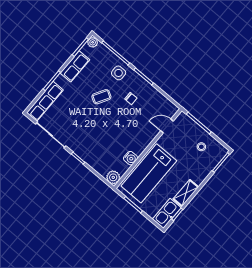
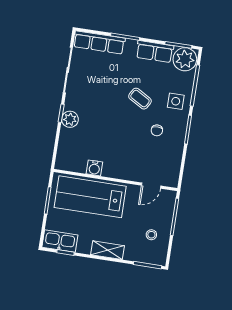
plant: (93, 42) -> (185, 59), width x1.87, depth x1.87
door: (167, 126) -> (151, 186), swing flipped
plant: (113, 177) -> (70, 119), moved
shelving: (186, 193) -> (107, 250), moved

